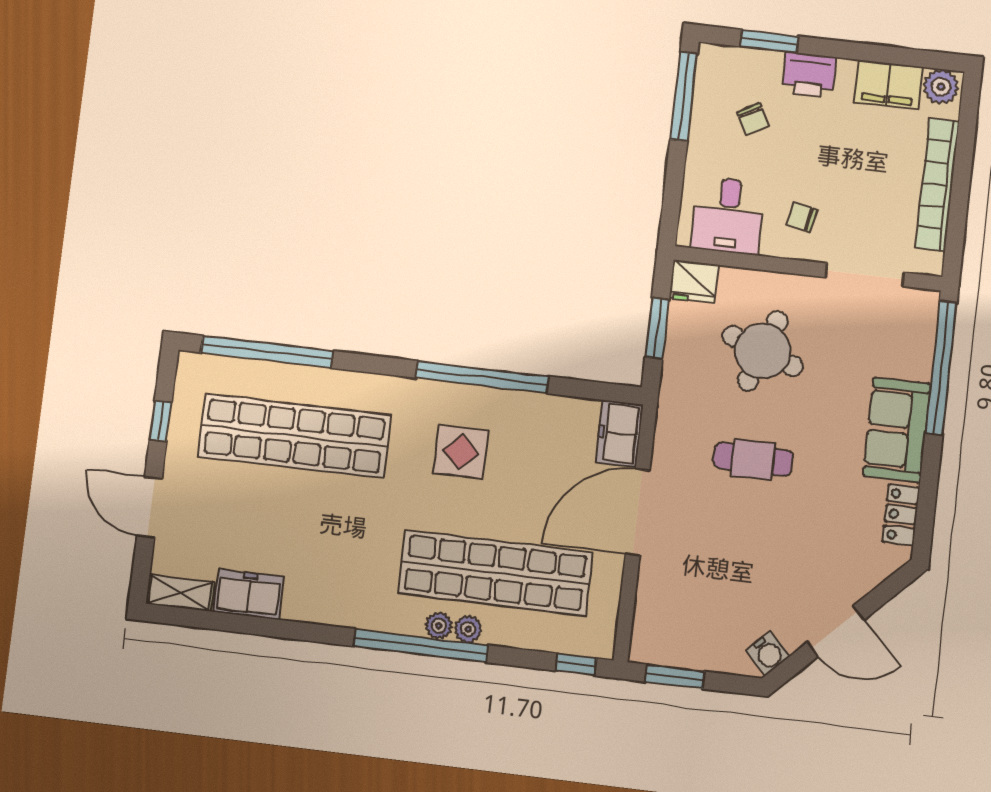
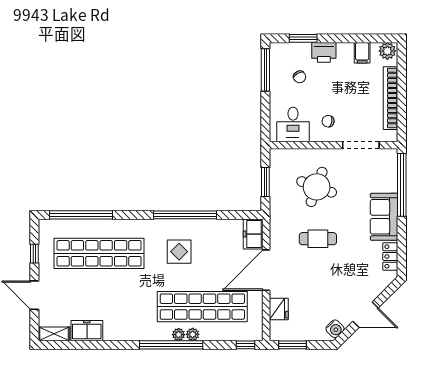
filing cabinet: (888, 84) -> (362, 53), width x0.50
fridge: (694, 282) -> (279, 309), moved, turned -90

